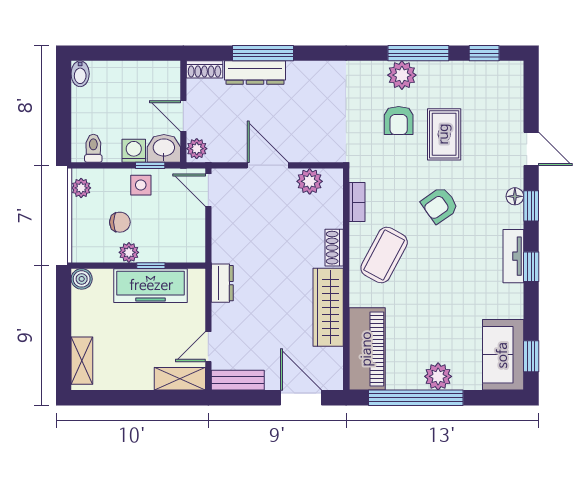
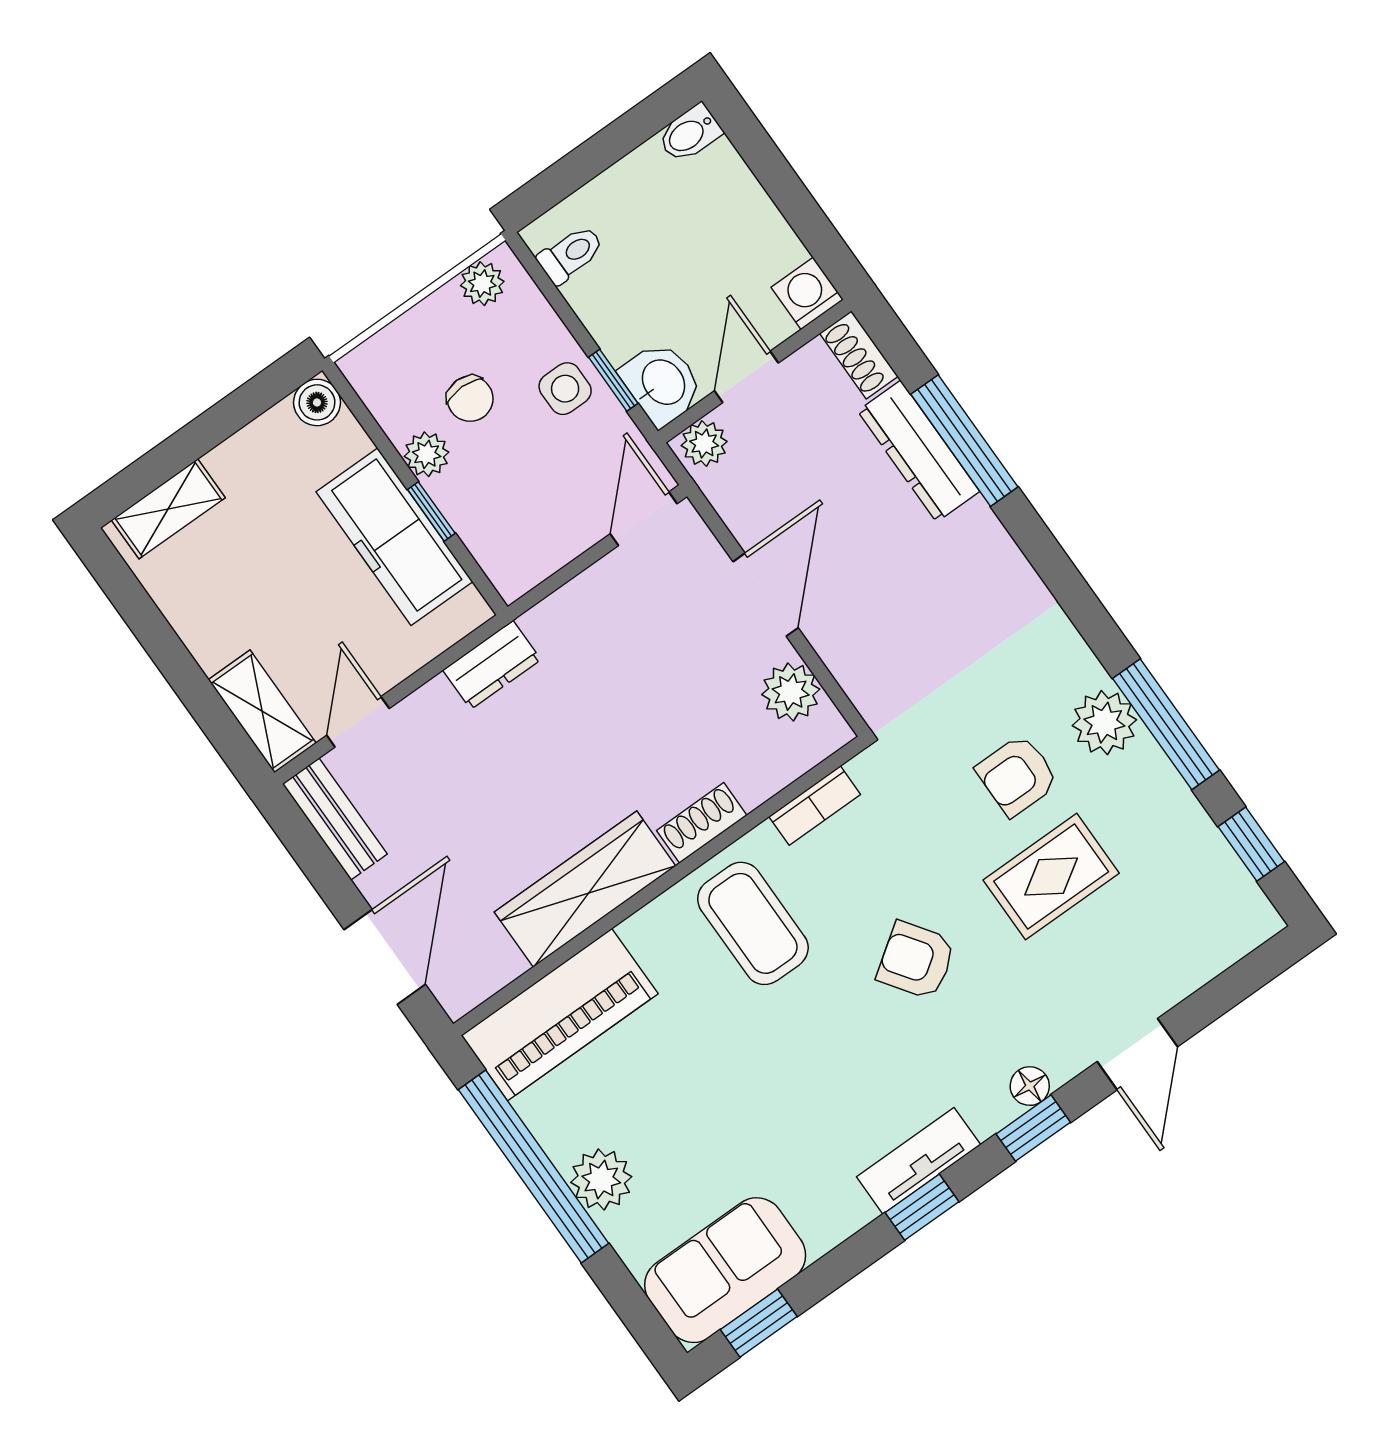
washing machine: (134, 151) -> (807, 293), moved, turned -90
coffee table: (384, 255) -> (753, 923), turned 62
door: (208, 347) -> (358, 722), hinge flipped

